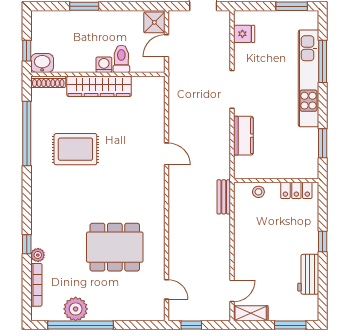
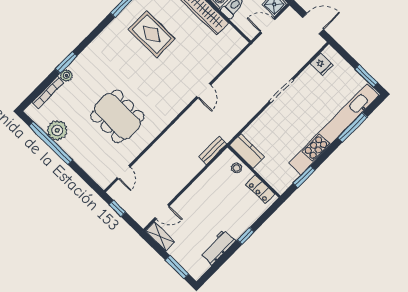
kitchen unit: (309, 78) -> (334, 129), width x1.36
kitchen counter: (243, 136) -> (247, 151), moved, turned -90
window: (27, 244) -> (66, 62), width x1.50

